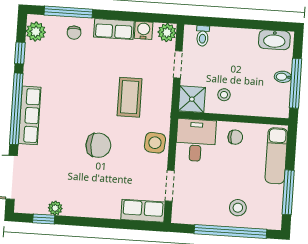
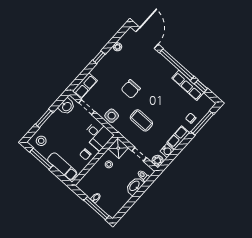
plant: (36, 32) -> (205, 101), removed
washbasin: (274, 40) -> (135, 186), moved
window: (295, 83) -> (96, 208), moved
row of seats: (30, 115) -> (188, 85), moved
stool: (238, 208) -> (41, 141), moved
washbasin: (190, 214) -> (67, 106), added
window: (44, 219) -> (99, 57), moved
window: (230, 231) -> (44, 118), width x0.47

